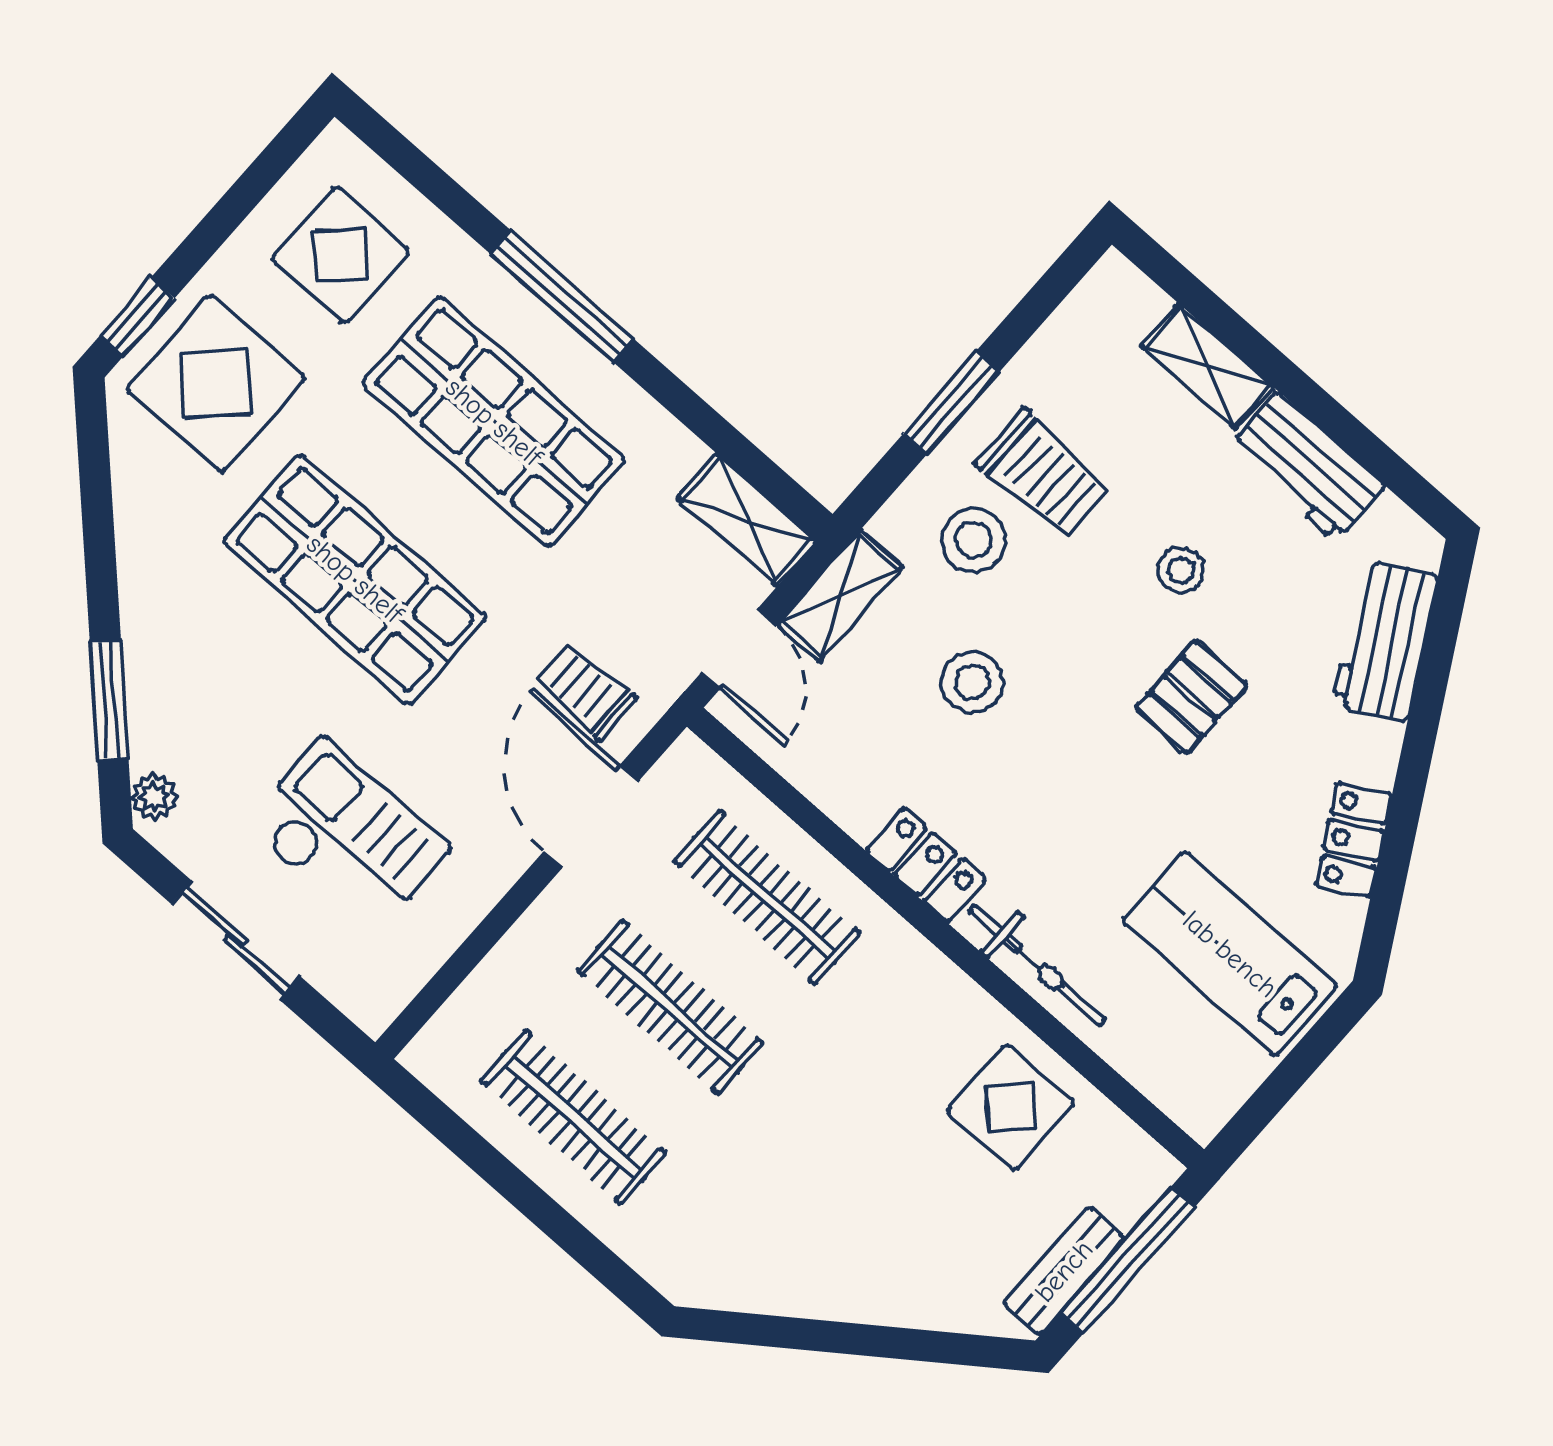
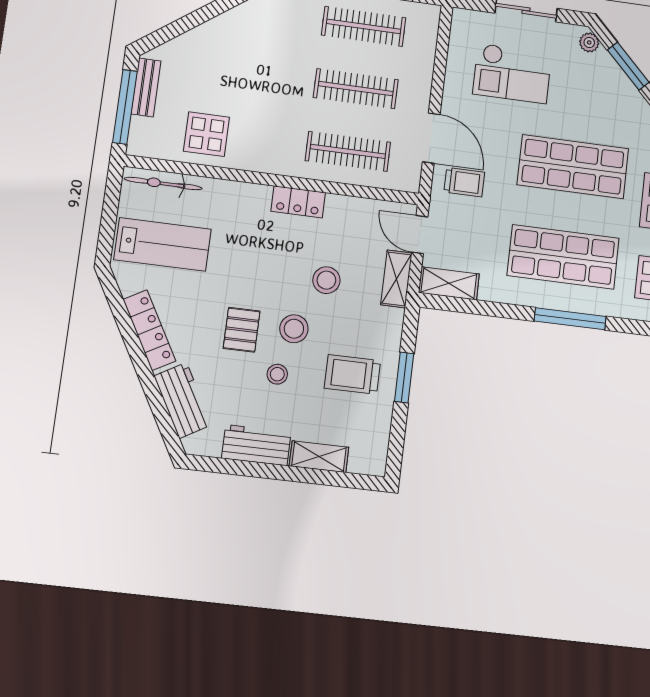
stool: (974, 540) -> (294, 329), moved
locker: (1354, 840) -> (149, 330), width x1.53
bicycle: (1037, 965) -> (163, 183), moved

